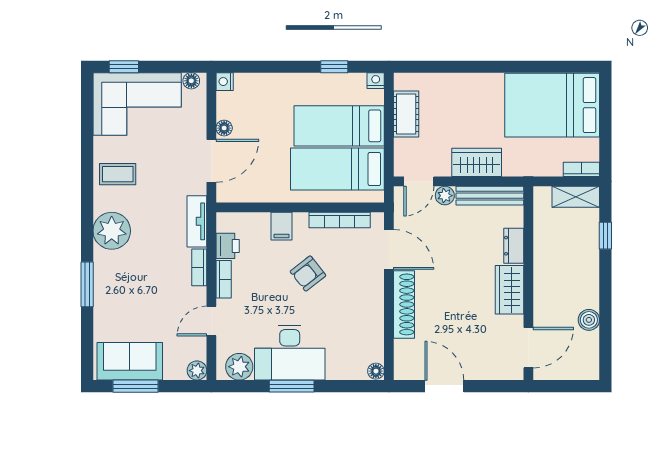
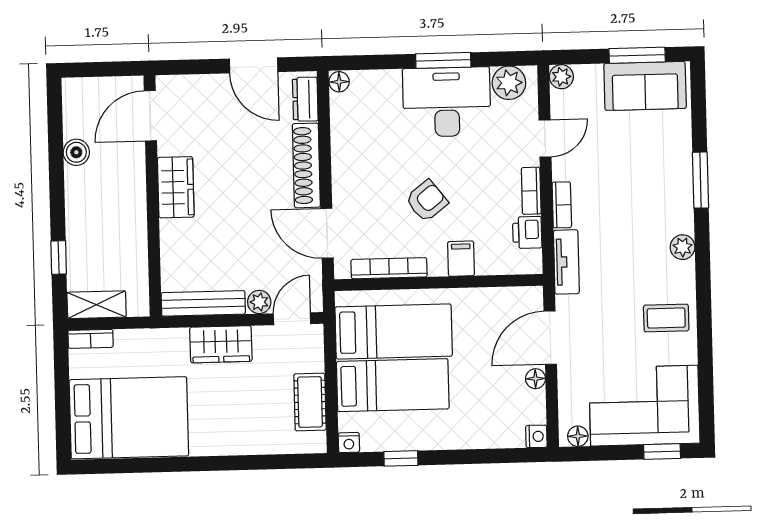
plant: (112, 231) -> (683, 247), width x0.53, depth x0.53
dresser: (514, 246) -> (305, 99), moved, turned 180

